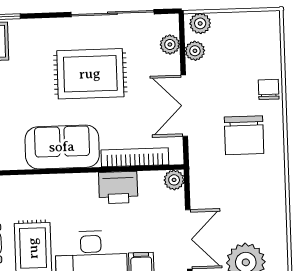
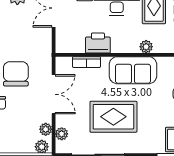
bookcase: (135, 157) -> (86, 62), width x0.64
plant: (174, 180) -> (146, 47), moved

